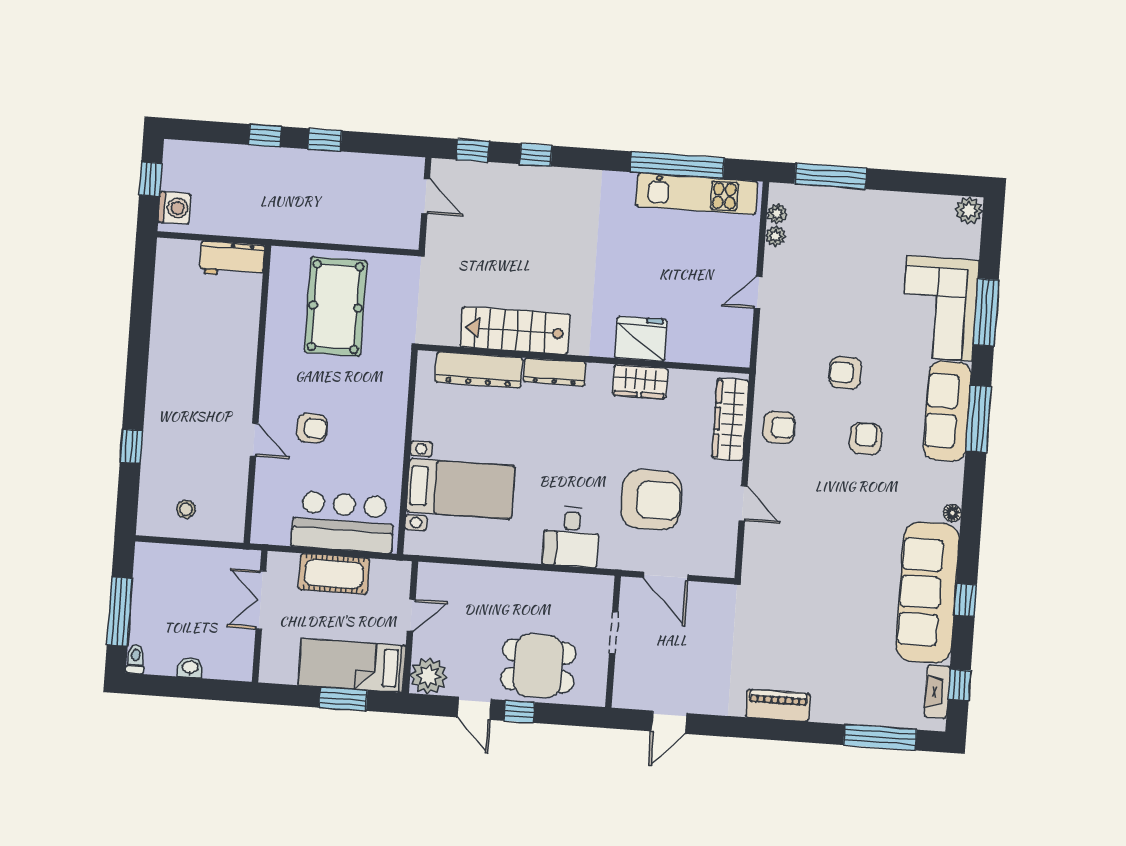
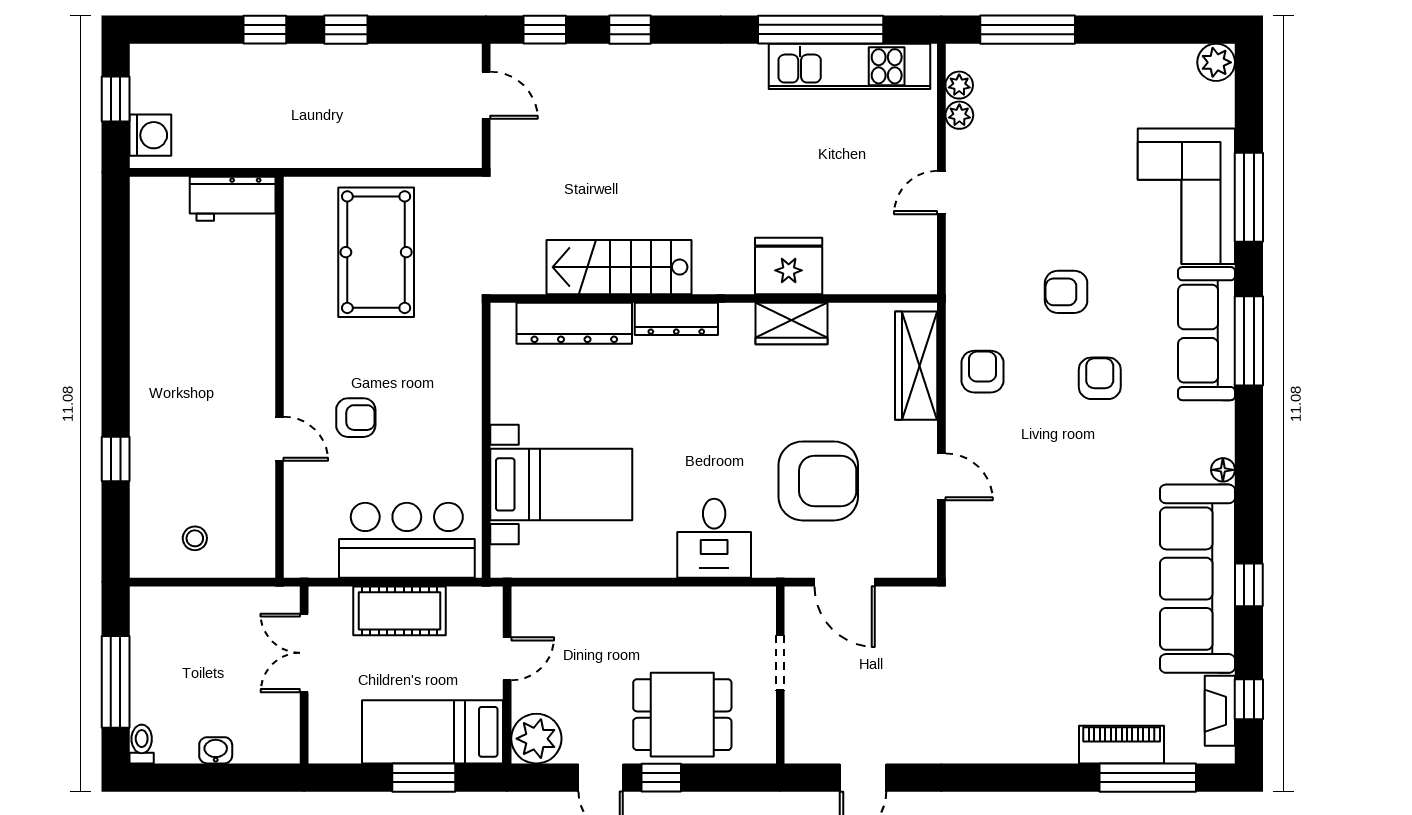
armchair: (779, 427) -> (983, 372), turned -90
piano: (778, 705) -> (1122, 745), moved

